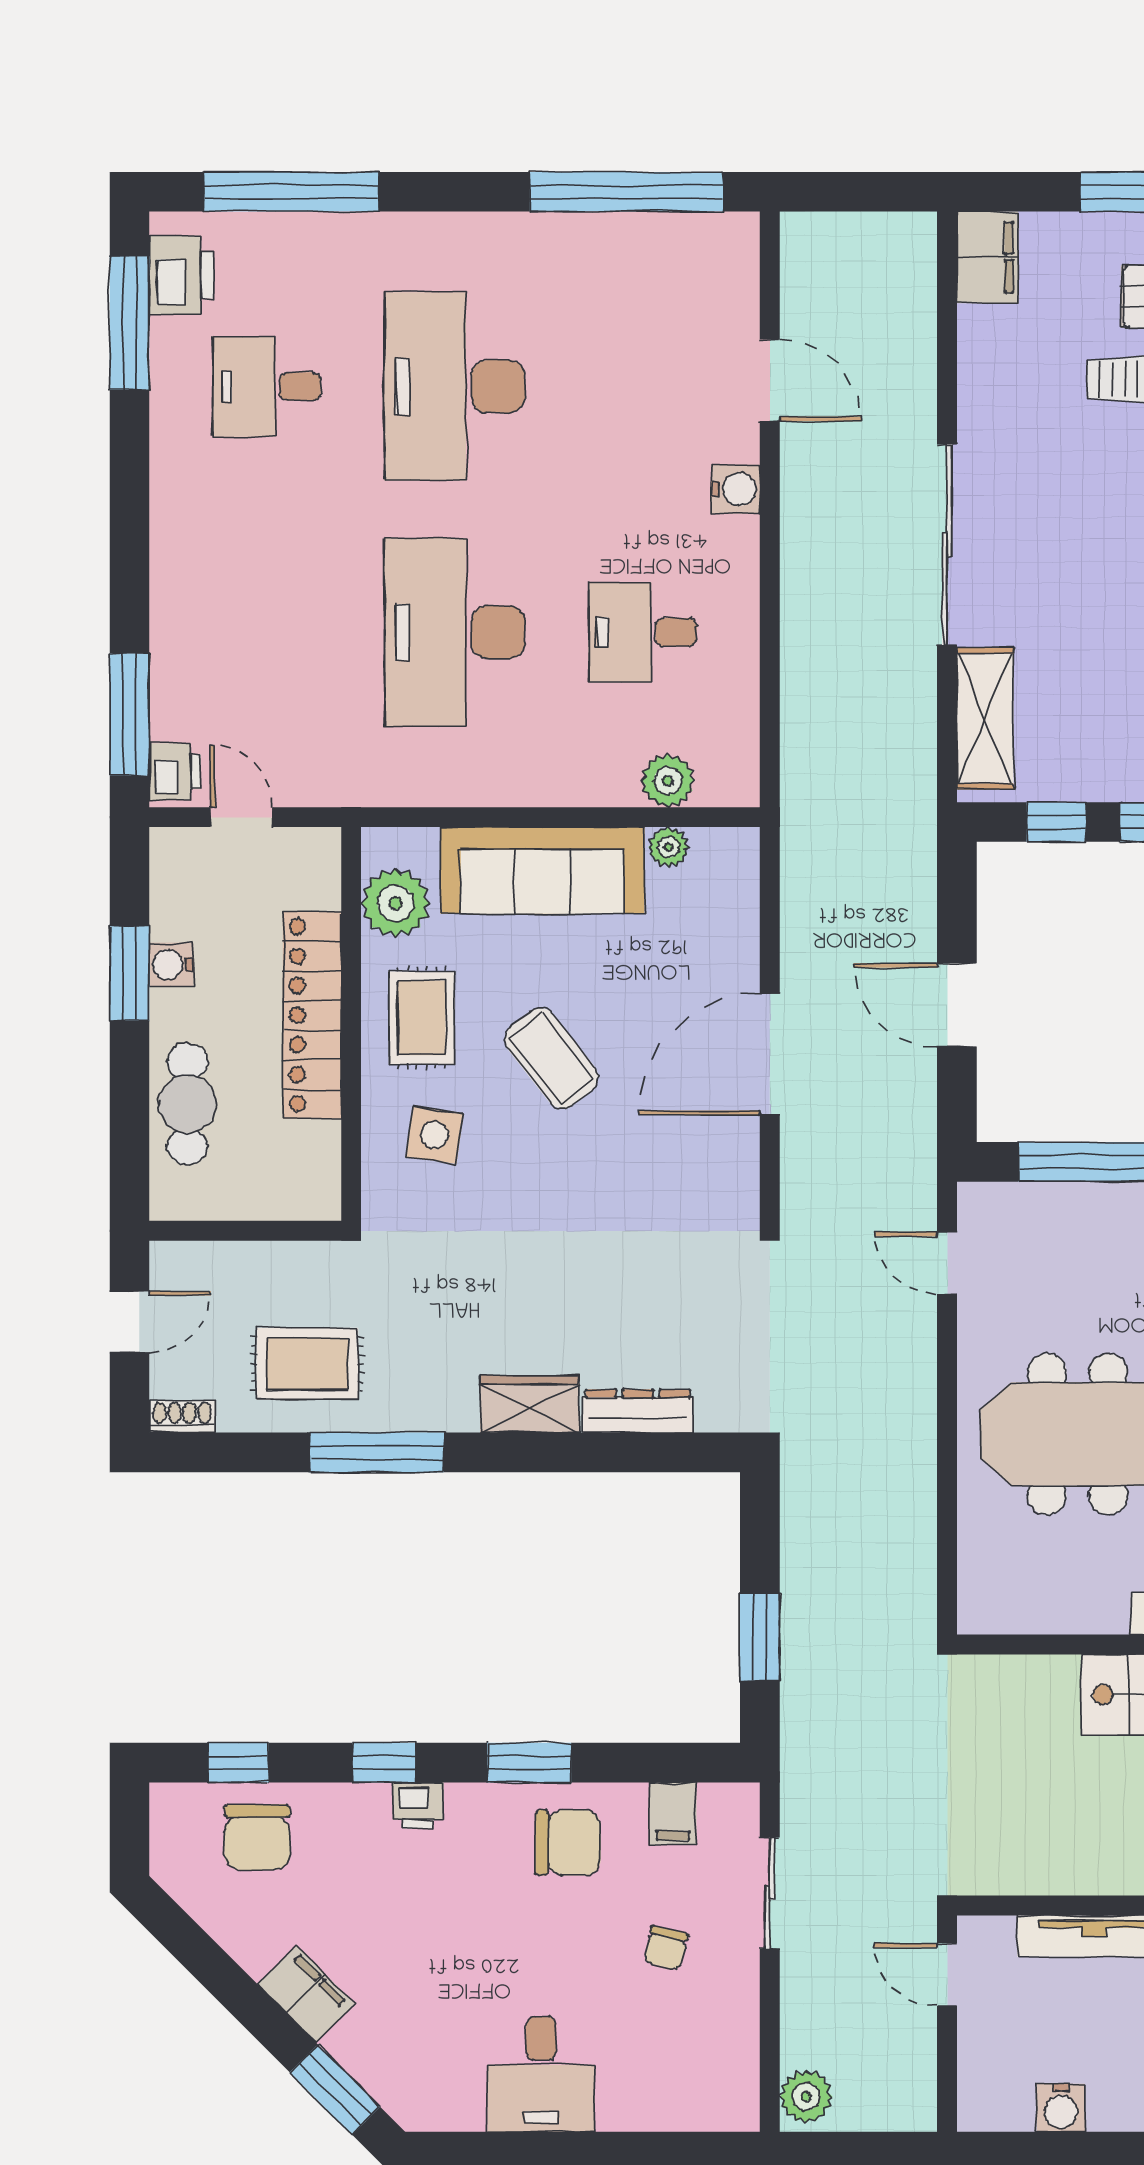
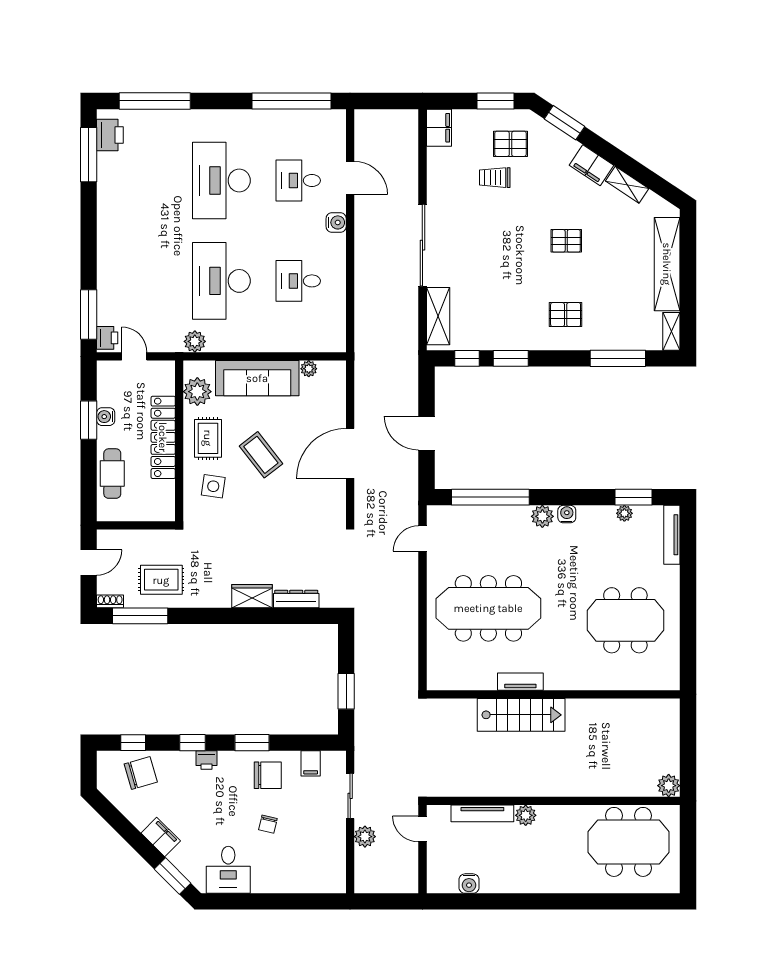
desk: (267, 386) -> (298, 181), moved
plant: (668, 781) -> (195, 341), moved
door: (947, 1263) -> (422, 539), hinge flipped
window: (377, 1452) -> (140, 616), moved
chair: (257, 1837) -> (141, 773), turned -106
chair: (666, 1948) -> (268, 824), moved
desk: (541, 2074) -> (228, 870), moved
plant: (806, 2097) -> (365, 837), moved

